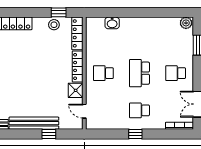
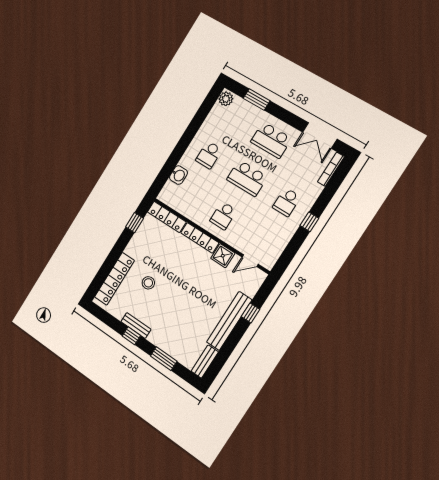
stool: (54, 25) -> (148, 283), moved
school desk: (139, 36) -> (209, 155), added
school desk: (176, 73) -> (271, 140), width x1.85

